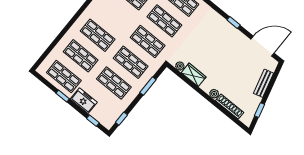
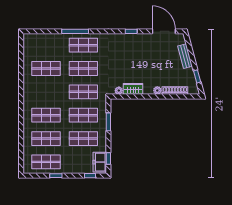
door: (263, 46) -> (164, 31), hinge flipped
freezer: (84, 101) -> (100, 162), moved, turned -90

